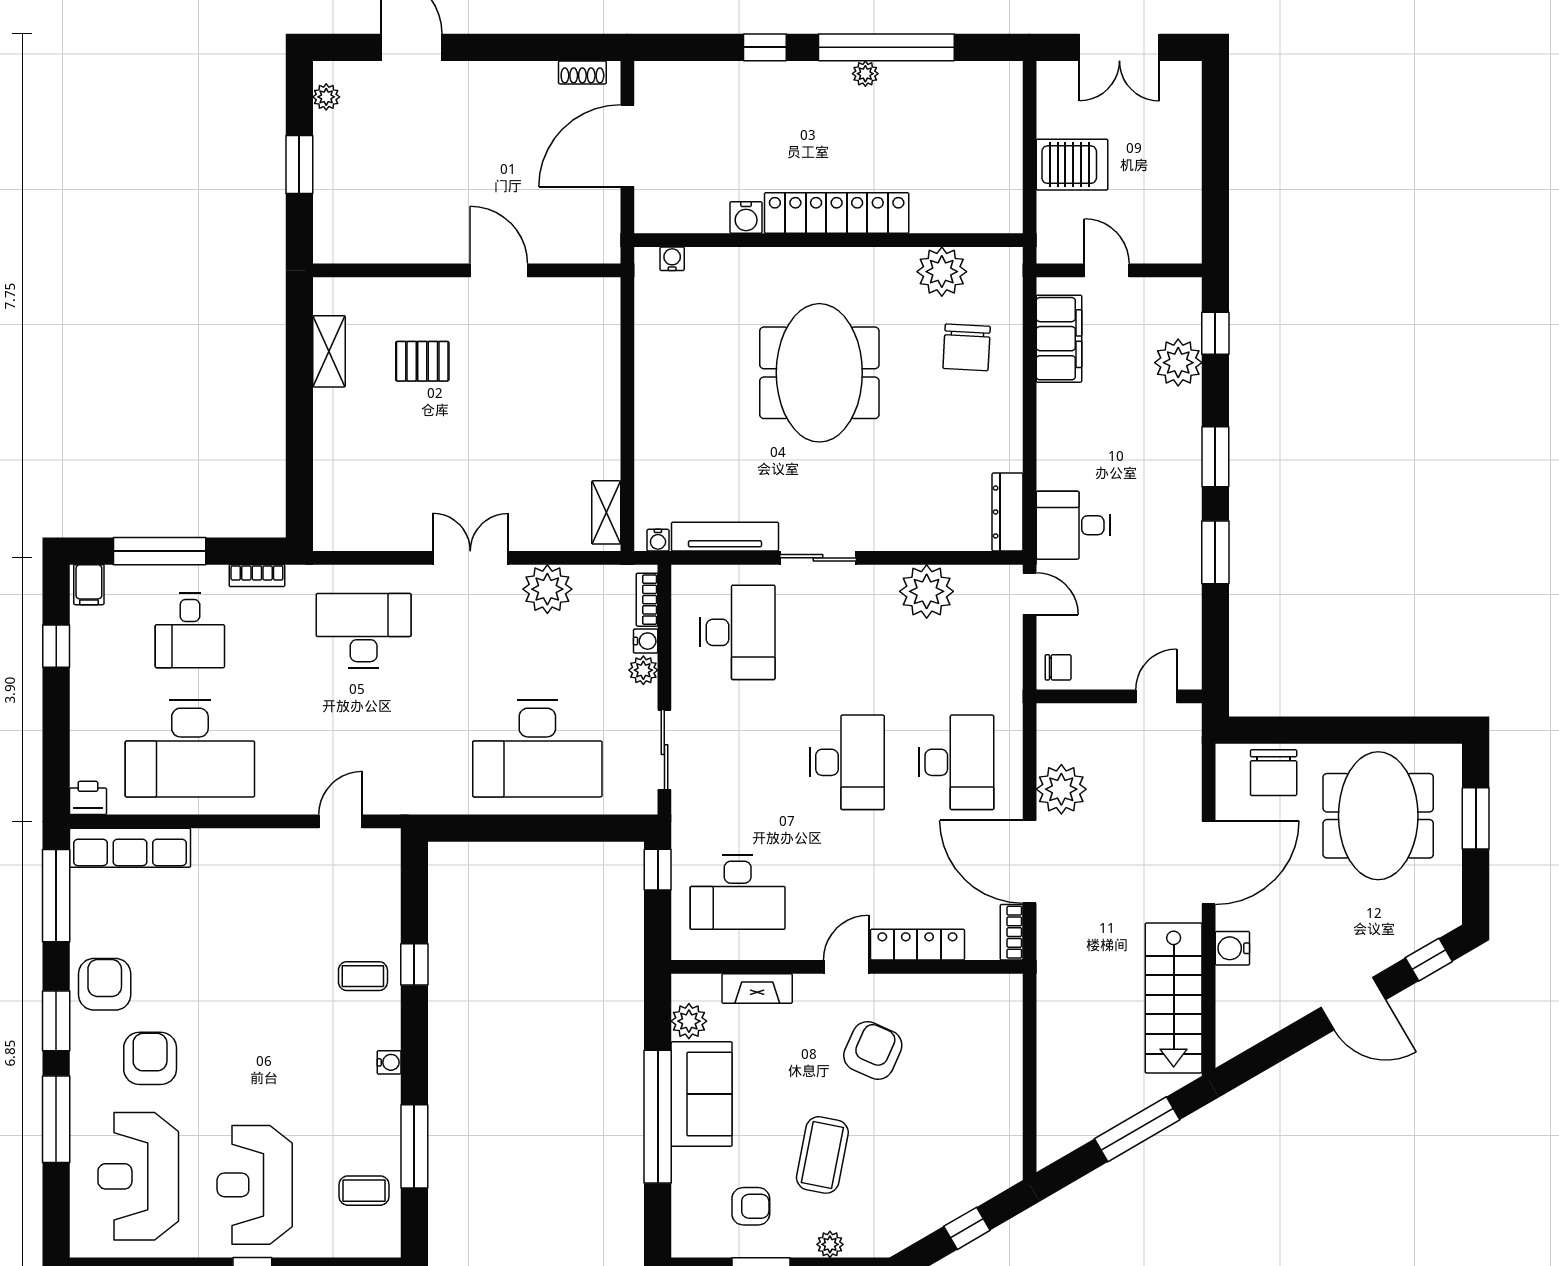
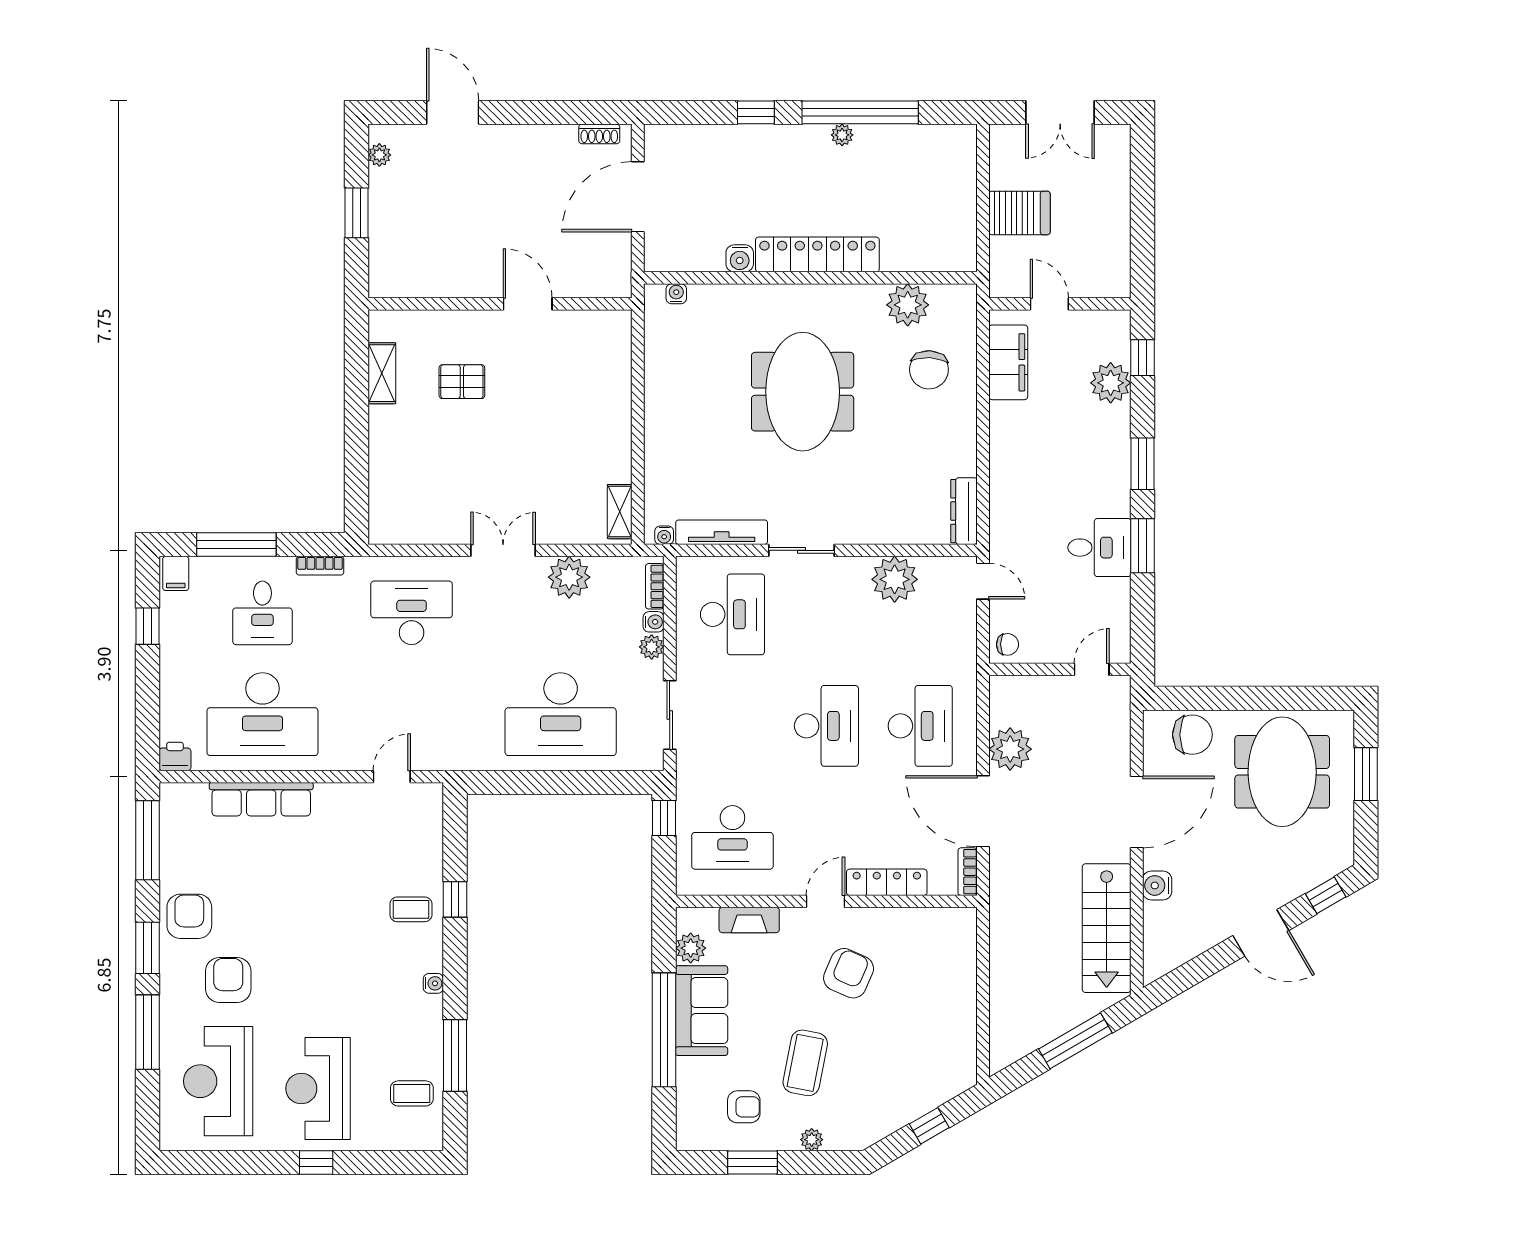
desk: (1073, 525) -> (1099, 548), moved, turned 180
chair: (1274, 773) -> (1192, 735), turned -90
row of seats: (130, 848) -> (261, 799), moved

